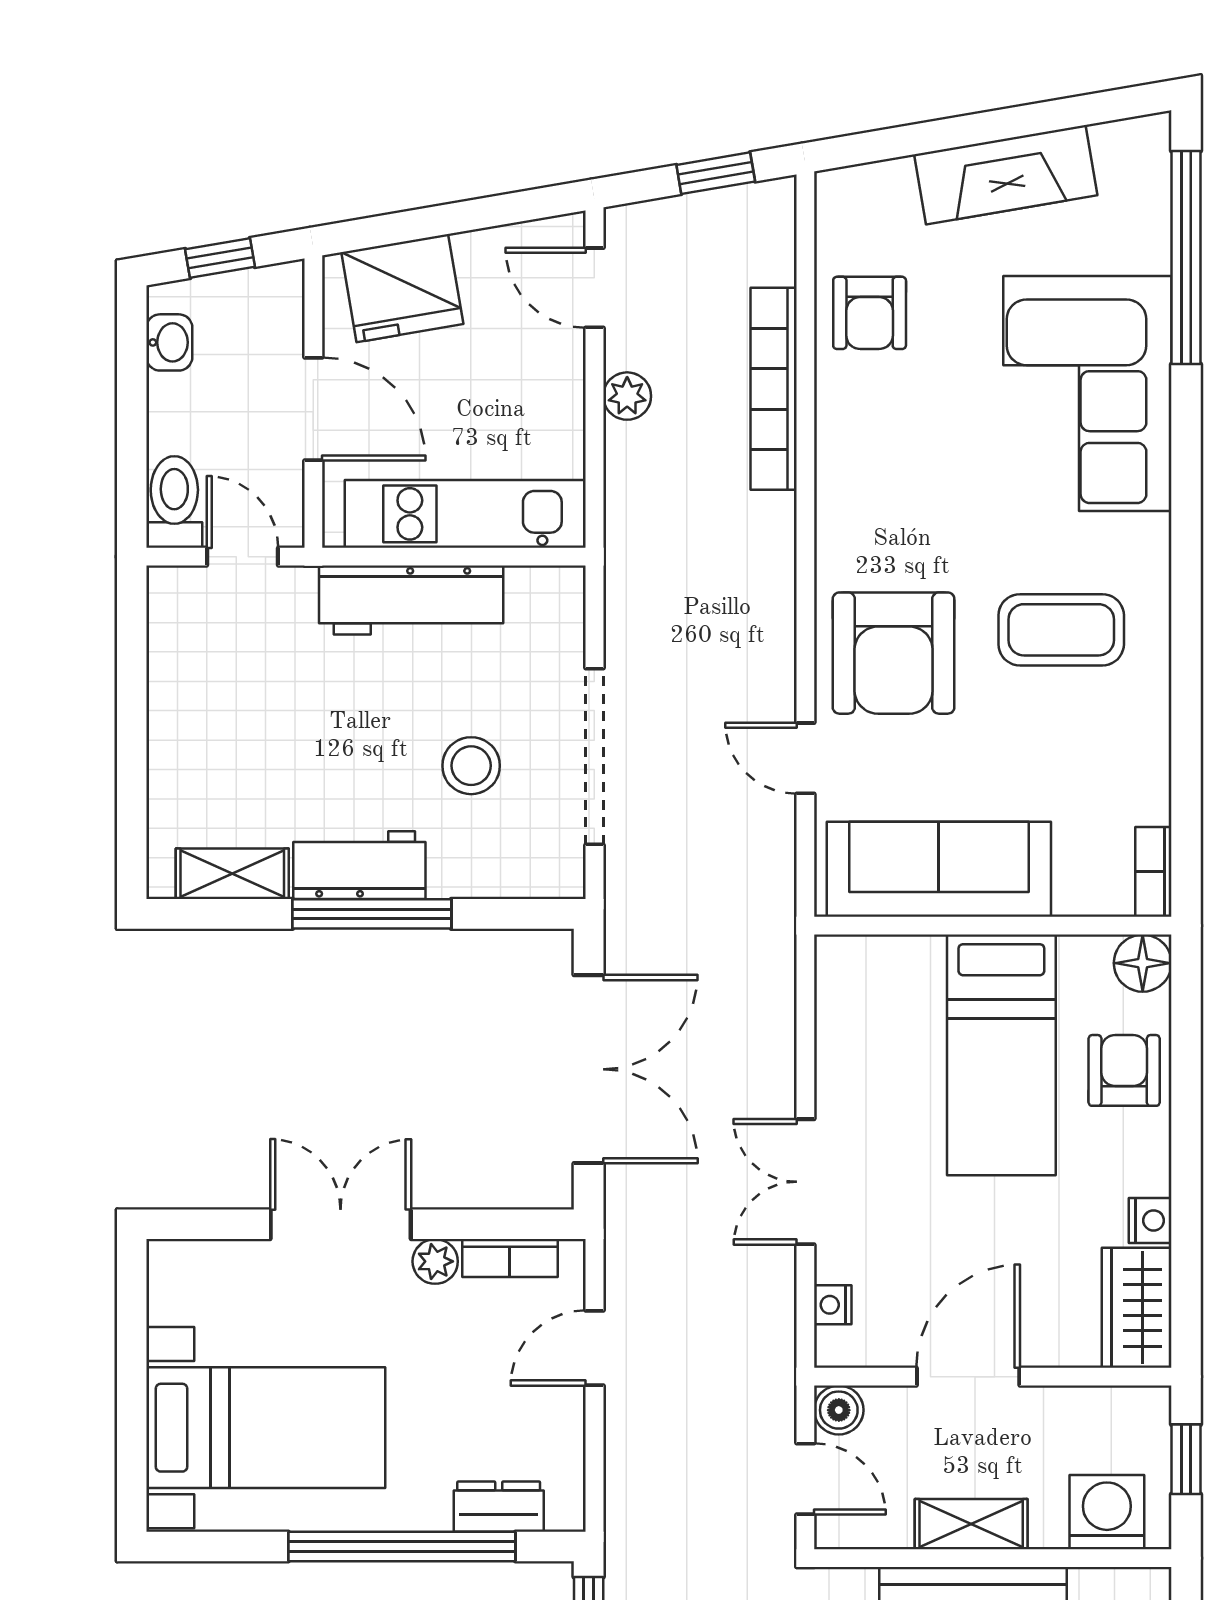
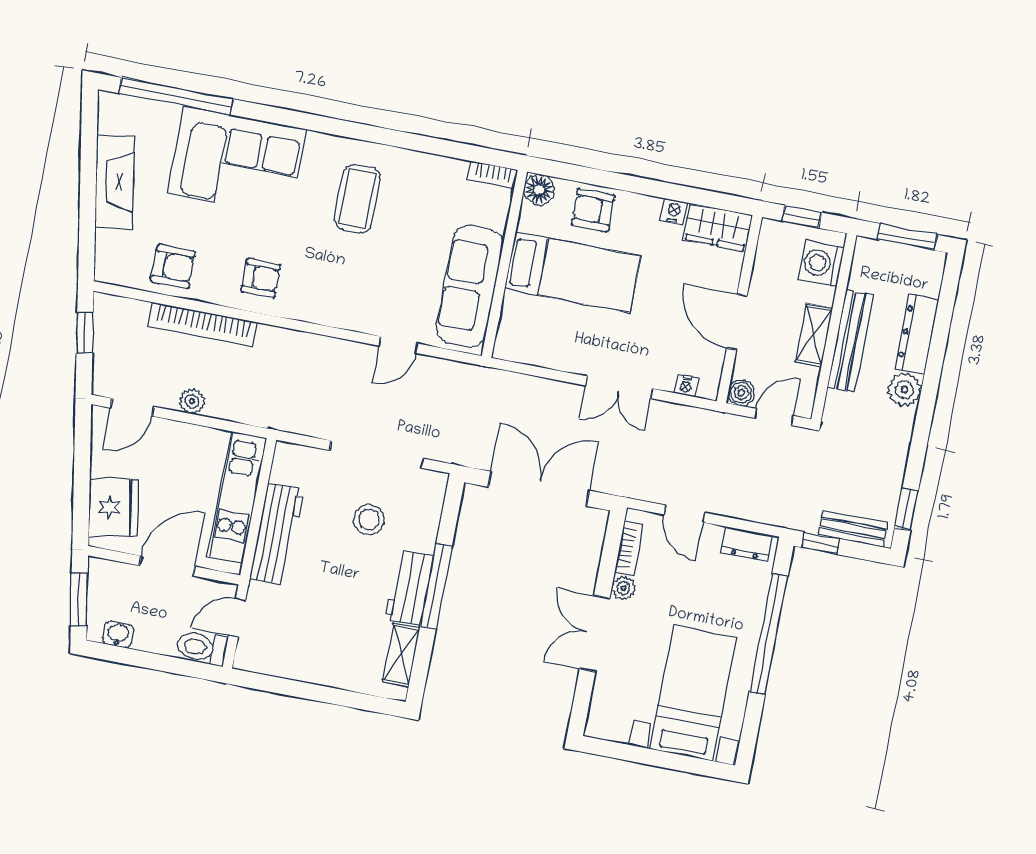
window: (220, 258) -> (79, 599), width x1.50
armchair: (894, 653) -> (261, 278), moved, width x0.53, depth x0.53
dresser: (499, 1507) -> (746, 544), moved, turned -90

